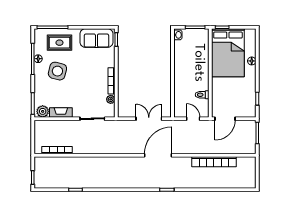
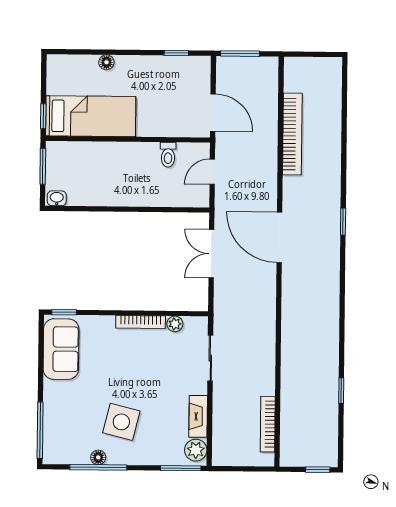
rug: (59, 43) -> (69, 418), removed
bed: (228, 53) -> (91, 116), width x0.67

